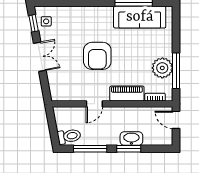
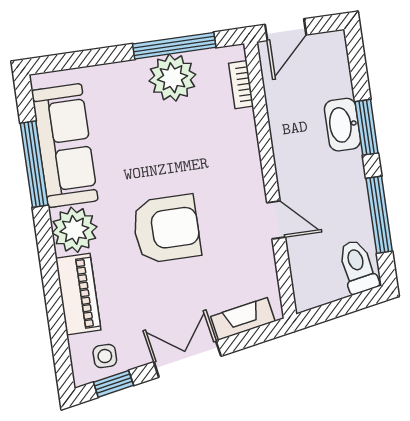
plant: (103, 16) -> (74, 230), added
fireplace: (54, 83) -> (243, 319), added
piano: (127, 94) -> (78, 294), moved, turned 180

